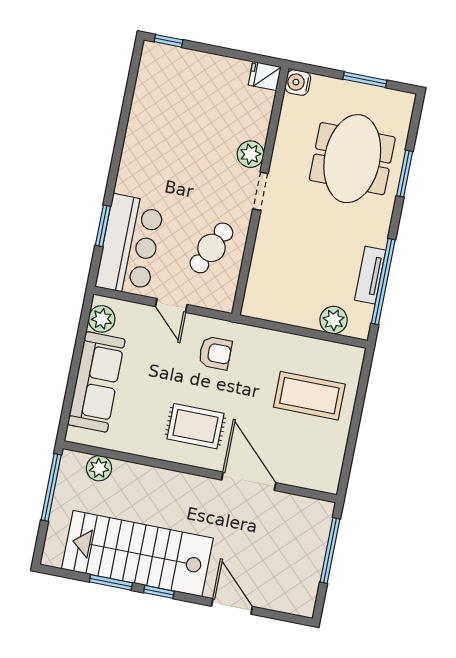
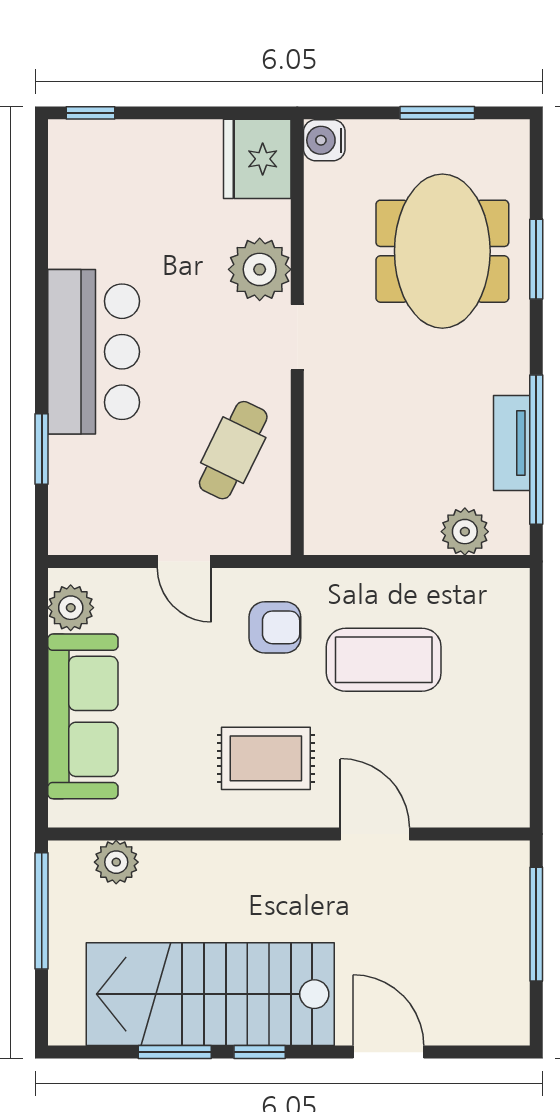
fridge: (265, 76) -> (257, 159), width x1.88, depth x1.34
plant: (251, 154) -> (260, 269), width x1.36, depth x1.36
bar counter: (130, 245) -> (94, 352), moved
coffee table: (309, 396) -> (384, 660), moved
door: (249, 481) -> (375, 834), width x0.73

